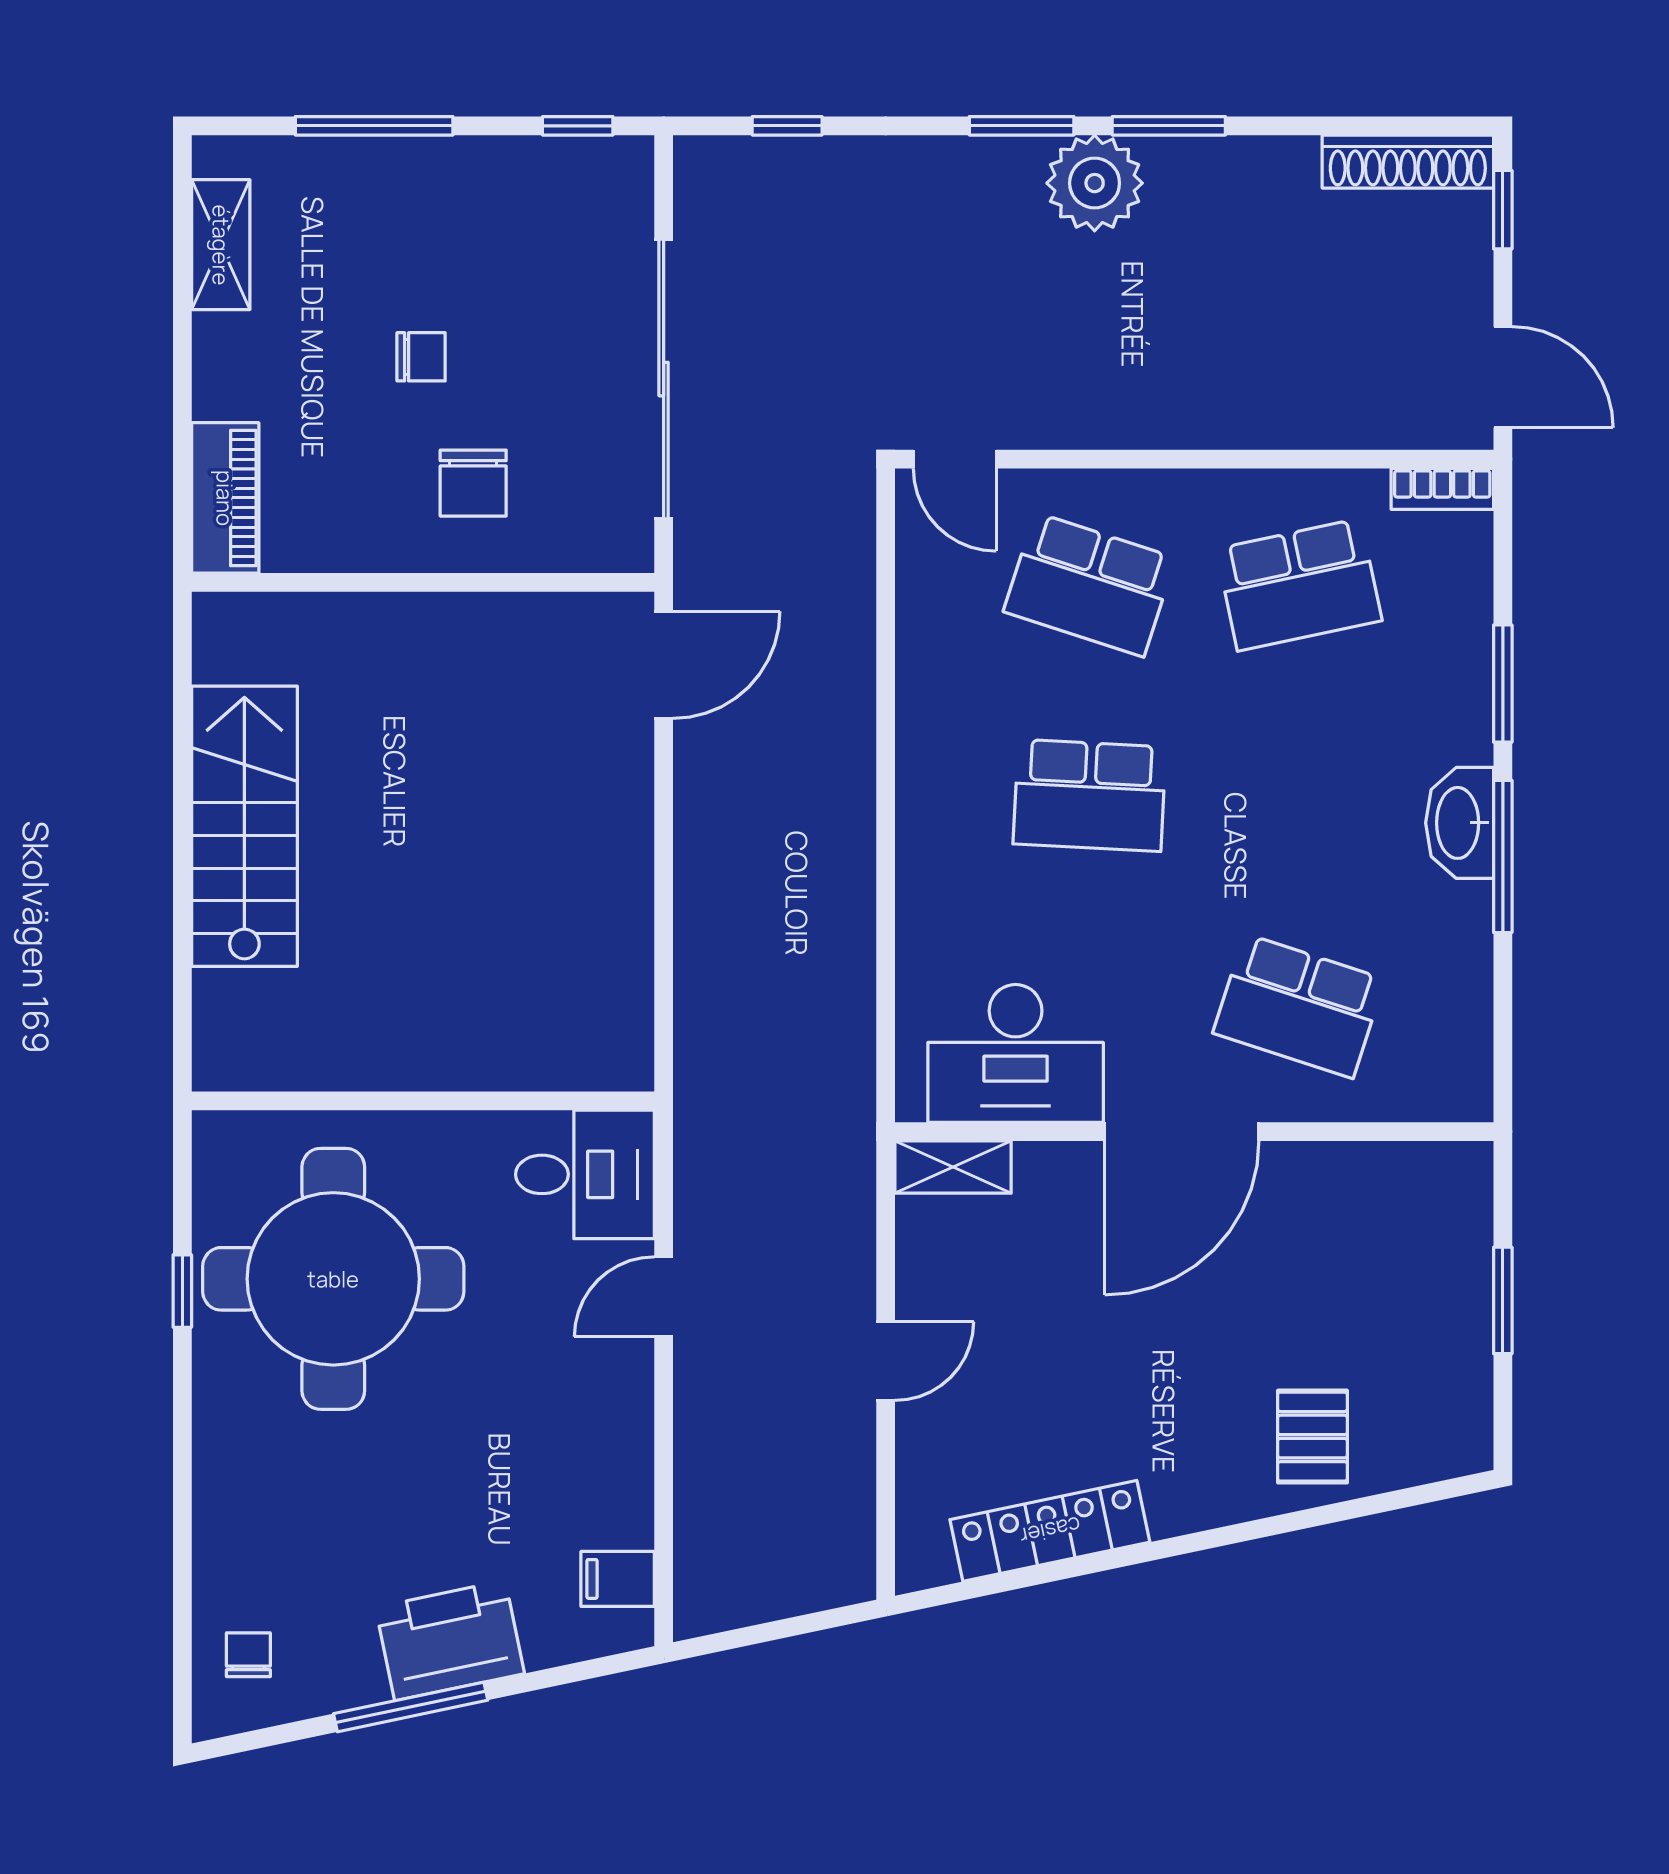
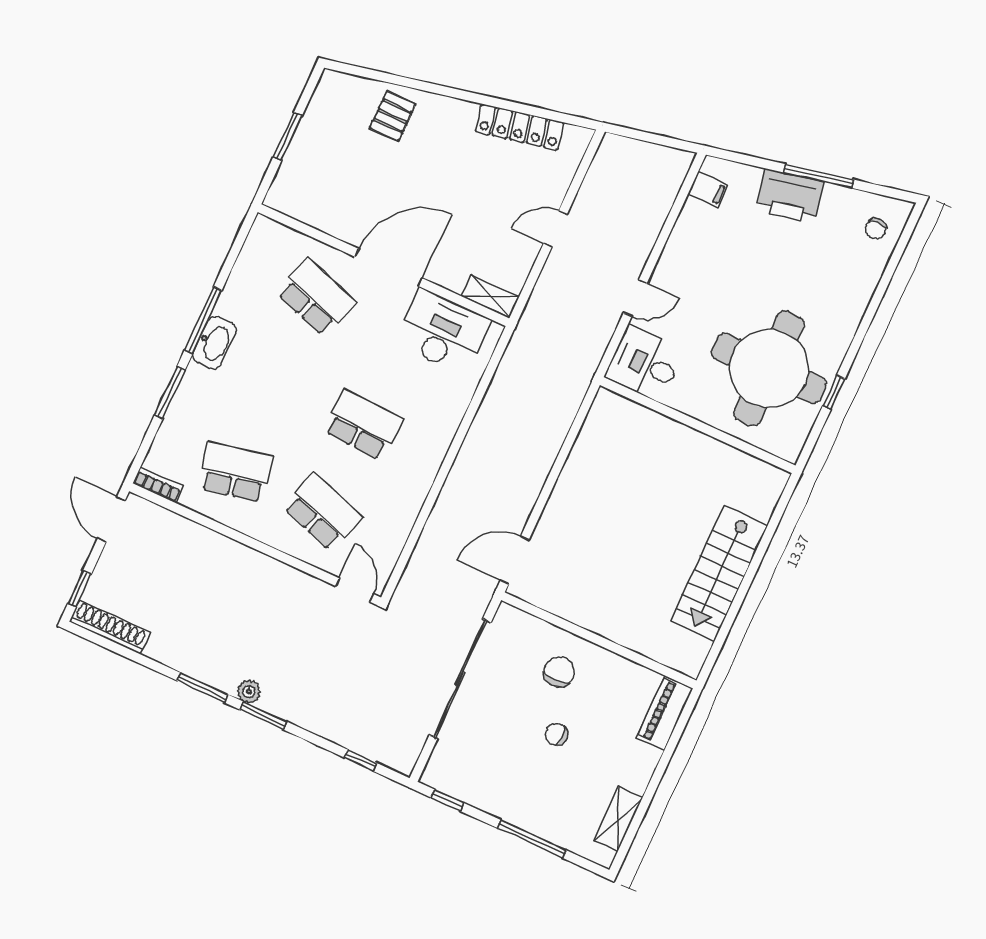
plant: (1095, 183) -> (249, 691), width x0.53, depth x0.53

